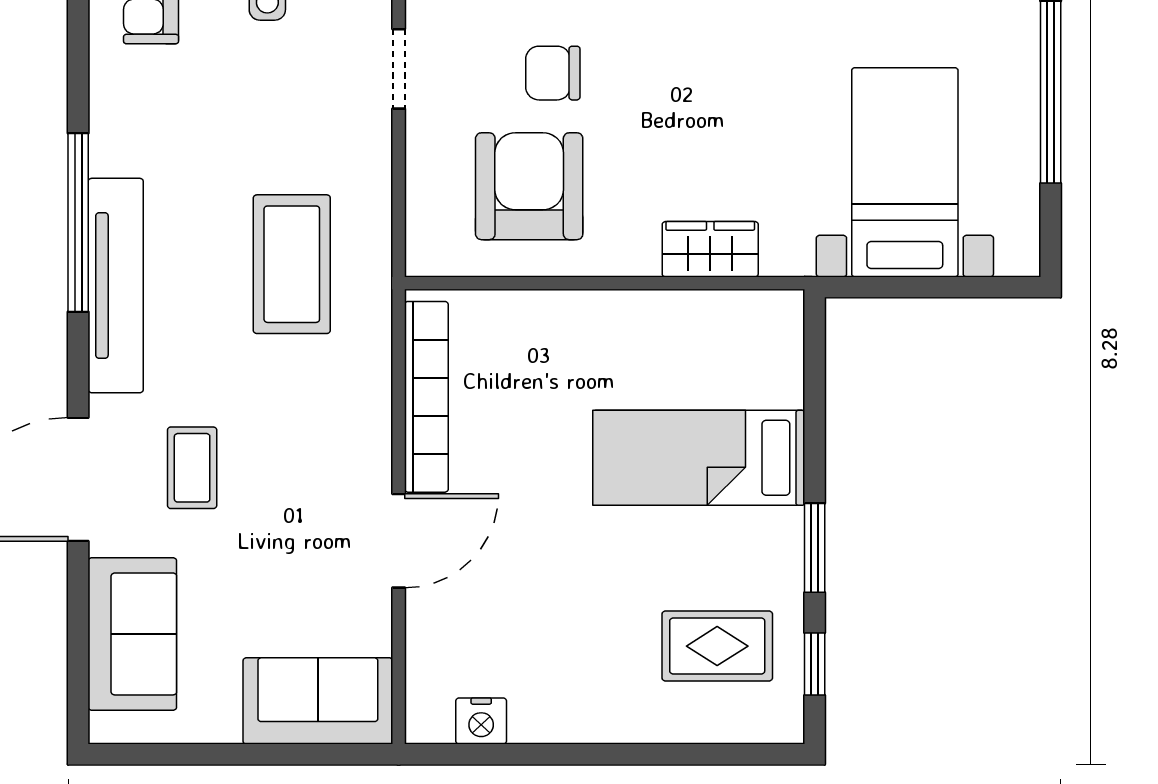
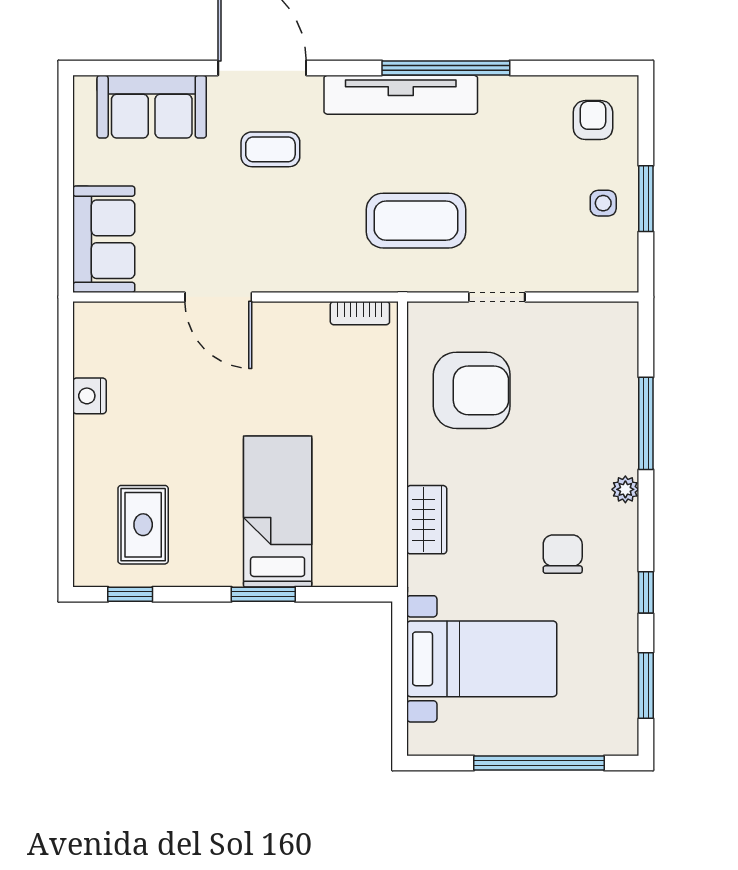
doorway: (399, 69) -> (497, 297), moved
chair: (553, 73) -> (563, 554), moved
bookcase: (426, 397) -> (360, 313), width x0.43, depth x0.76
window: (815, 548) -> (263, 594), moved
nightstand: (481, 721) -> (89, 396), moved

